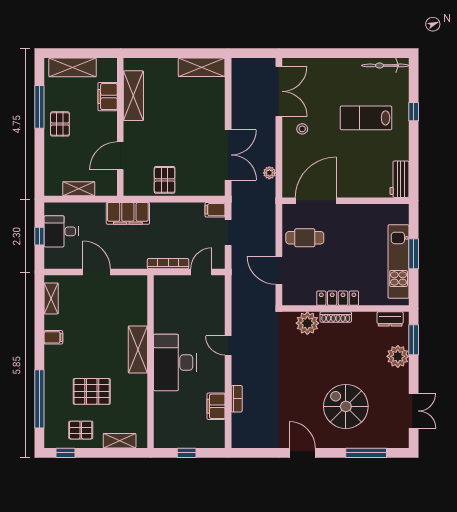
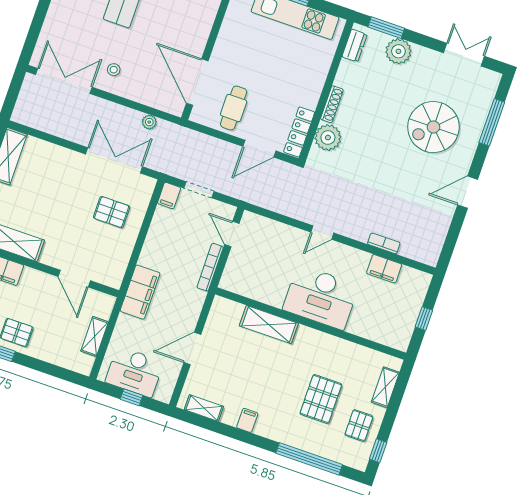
pallet: (165, 180) -> (112, 212), moved
desk: (61, 231) -> (134, 372), width x1.37
locker: (338, 298) -> (299, 132), moved
shelving: (138, 349) -> (269, 325), moved

